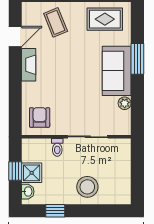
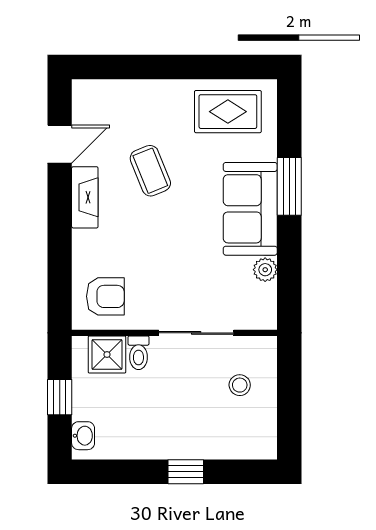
coffee table: (56, 22) -> (150, 171), moved
armchair: (40, 117) -> (105, 296), turned 90
shower: (32, 173) -> (107, 354), moved
stool: (87, 187) -> (240, 385), moved, width x0.53, depth x0.53
window: (55, 211) -> (186, 472), moved

